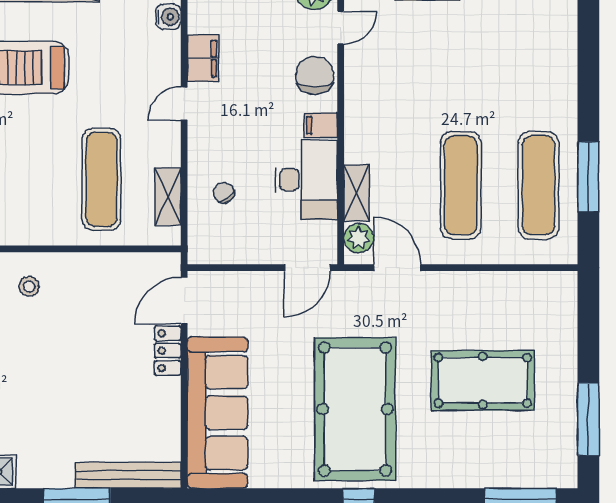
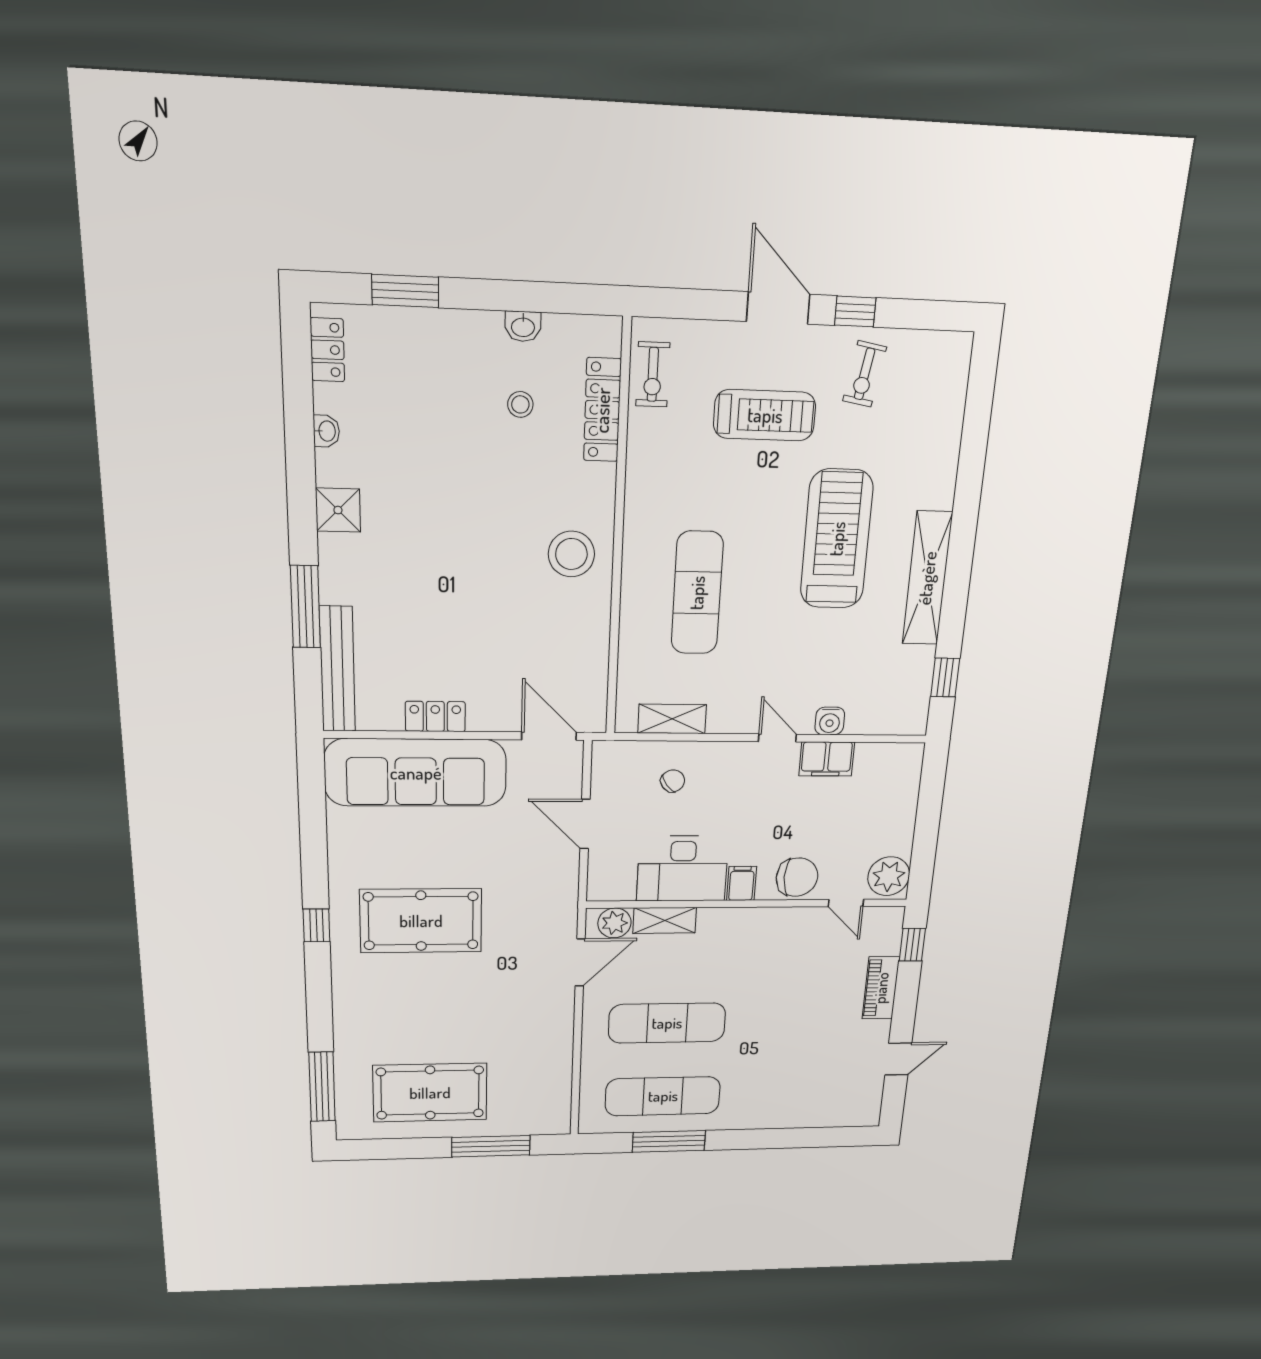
water cooler: (168, 17) -> (830, 721), moved
exercise mat: (101, 179) -> (697, 593), moved, turned 90
door: (307, 268) -> (585, 824), moved
stool: (29, 286) -> (571, 554), width x1.89, depth x1.89
locker: (168, 351) -> (435, 716), moved
pool table: (483, 380) -> (430, 1093), moved, turned 90
pool table: (355, 409) -> (421, 921), width x0.73, depth x0.76
window: (588, 419) -> (491, 1146), moved

